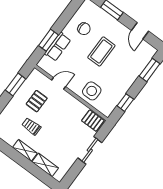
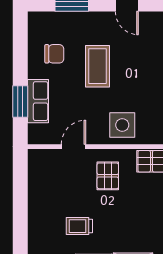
window: (15, 85) -> (20, 188), removed
pallet: (37, 101) -> (108, 176), moved

